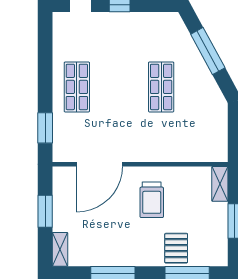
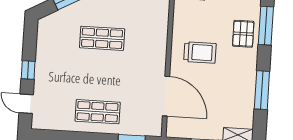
pallet: (176, 248) -> (243, 34), turned 90

